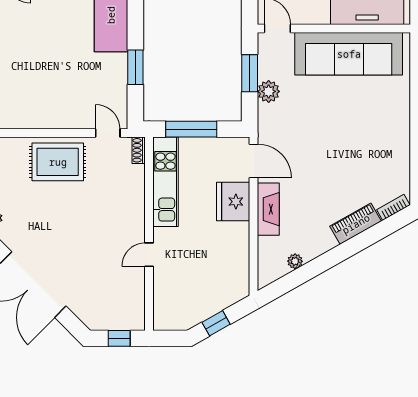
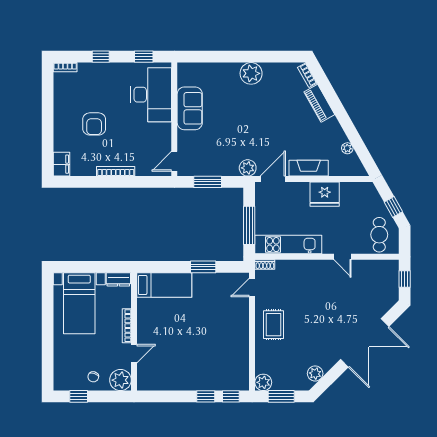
sofa: (349, 54) -> (190, 108), width x0.54, depth x0.79
plant: (269, 91) -> (248, 168), moved
plant: (396, 132) -> (251, 73), added
rug: (58, 162) -> (273, 325), width x0.73, depth x0.70
fridge: (233, 202) -> (325, 194), moved
cafe table: (179, 304) -> (379, 235), added

